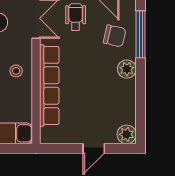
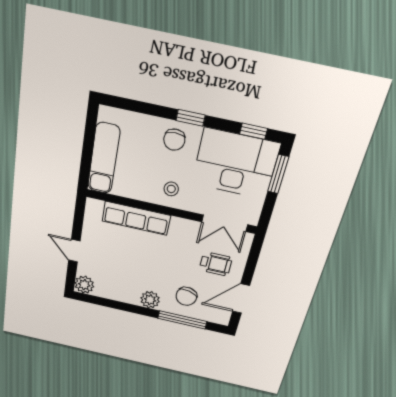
row of seats: (49, 86) -> (136, 218), width x0.73

